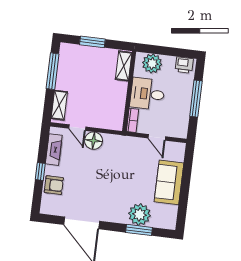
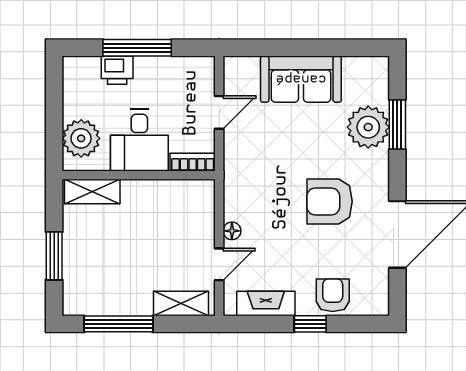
printer: (184, 65) -> (117, 70), moved, turned 90
floor lamp: (94, 141) -> (232, 231), width x0.53, depth x0.53
armchair: (103, 190) -> (330, 201), added

